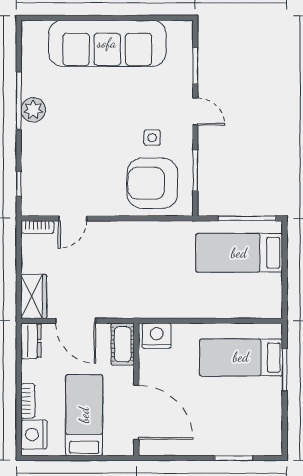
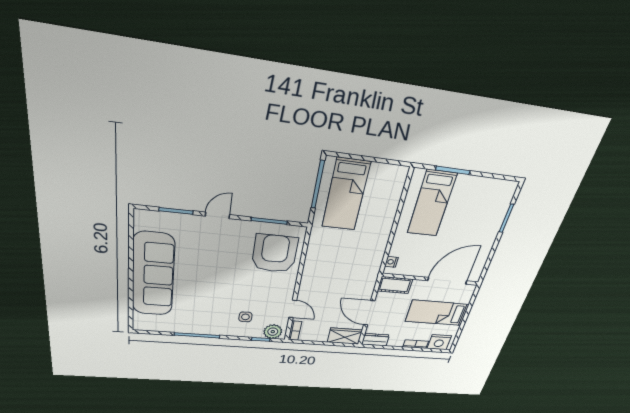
plant: (33, 110) -> (273, 332), moved
side table: (152, 138) -> (245, 317), moved
armchair: (152, 183) -> (275, 254), turned 180
door: (76, 321) -> (369, 313), swing flipped
nightstand: (157, 336) -> (391, 262), width x0.53, depth x0.56

